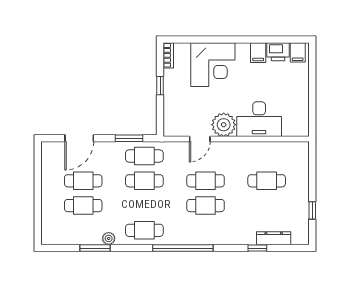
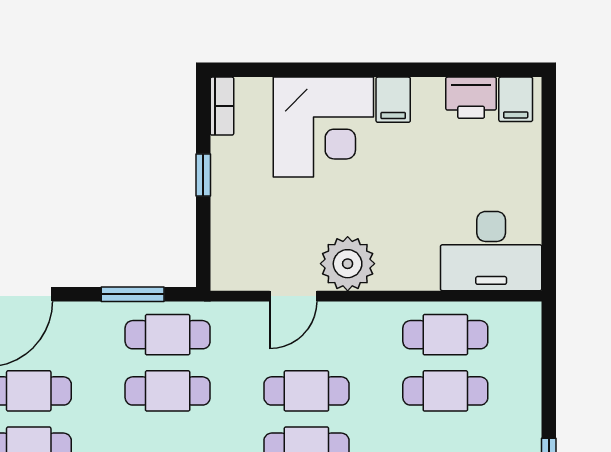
filing cabinet: (258, 53) -> (393, 100), moved
desk: (259, 119) -> (491, 251), moved
cafe table: (267, 156) -> (445, 335), added

